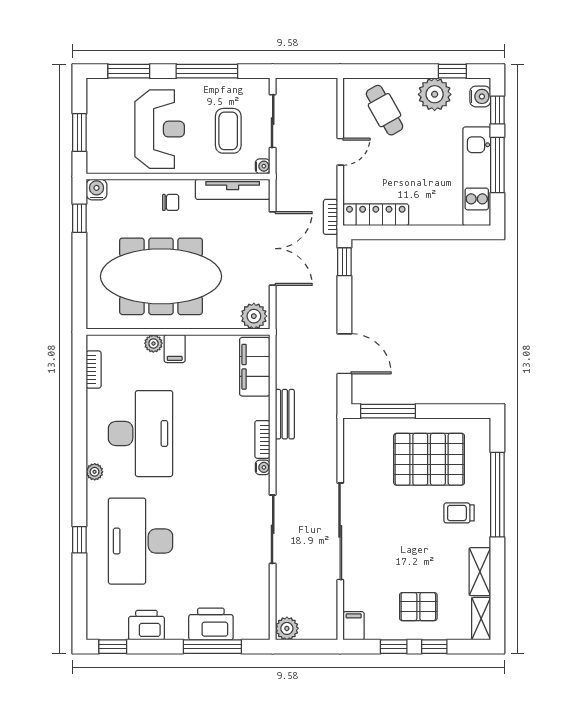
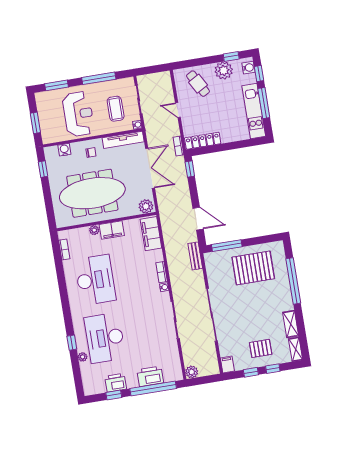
door: (340, 152) -> (178, 110), swing flipped
water cooler: (97, 190) -> (64, 150), moved
filing cabinet: (175, 349) -> (112, 230), width x2.00
bench: (285, 414) -> (195, 256), moved
plant: (95, 472) -> (83, 357), moved
trolley: (459, 513) -> (274, 294), removed
window: (113, 647) -> (114, 395), moved
window: (212, 647) -> (153, 388), width x1.46

